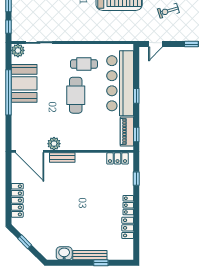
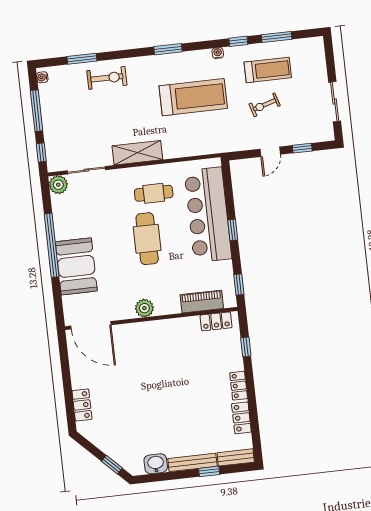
shelving: (76, 34) -> (137, 153), added
door: (155, 44) -> (270, 152), moved
booth: (24, 83) -> (76, 266), moved
piano: (127, 131) -> (202, 302), moved, turned 90
plant: (54, 144) -> (144, 308), moved
bench: (62, 158) -> (236, 457), moved
locker: (17, 200) -> (82, 405), width x0.66
window: (25, 242) -> (112, 465), moved

